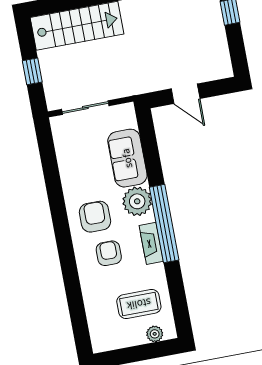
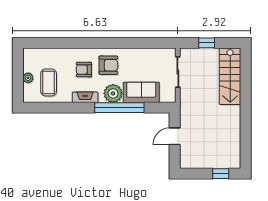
window: (164, 224) -> (119, 108), moved
armchair: (109, 253) -> (84, 70), turned 180
plant: (155, 334) -> (28, 78), moved

